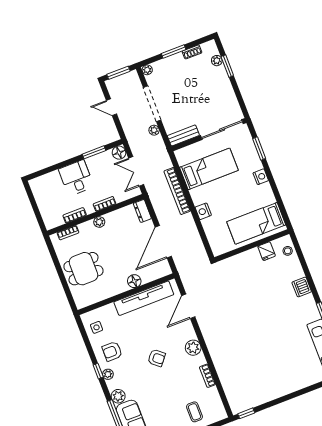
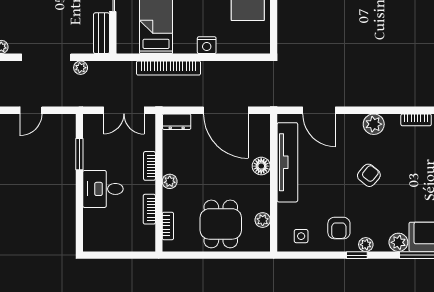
floor lamp: (119, 153) -> (92, 123), removed
plant: (97, 297) -> (263, 220), added

